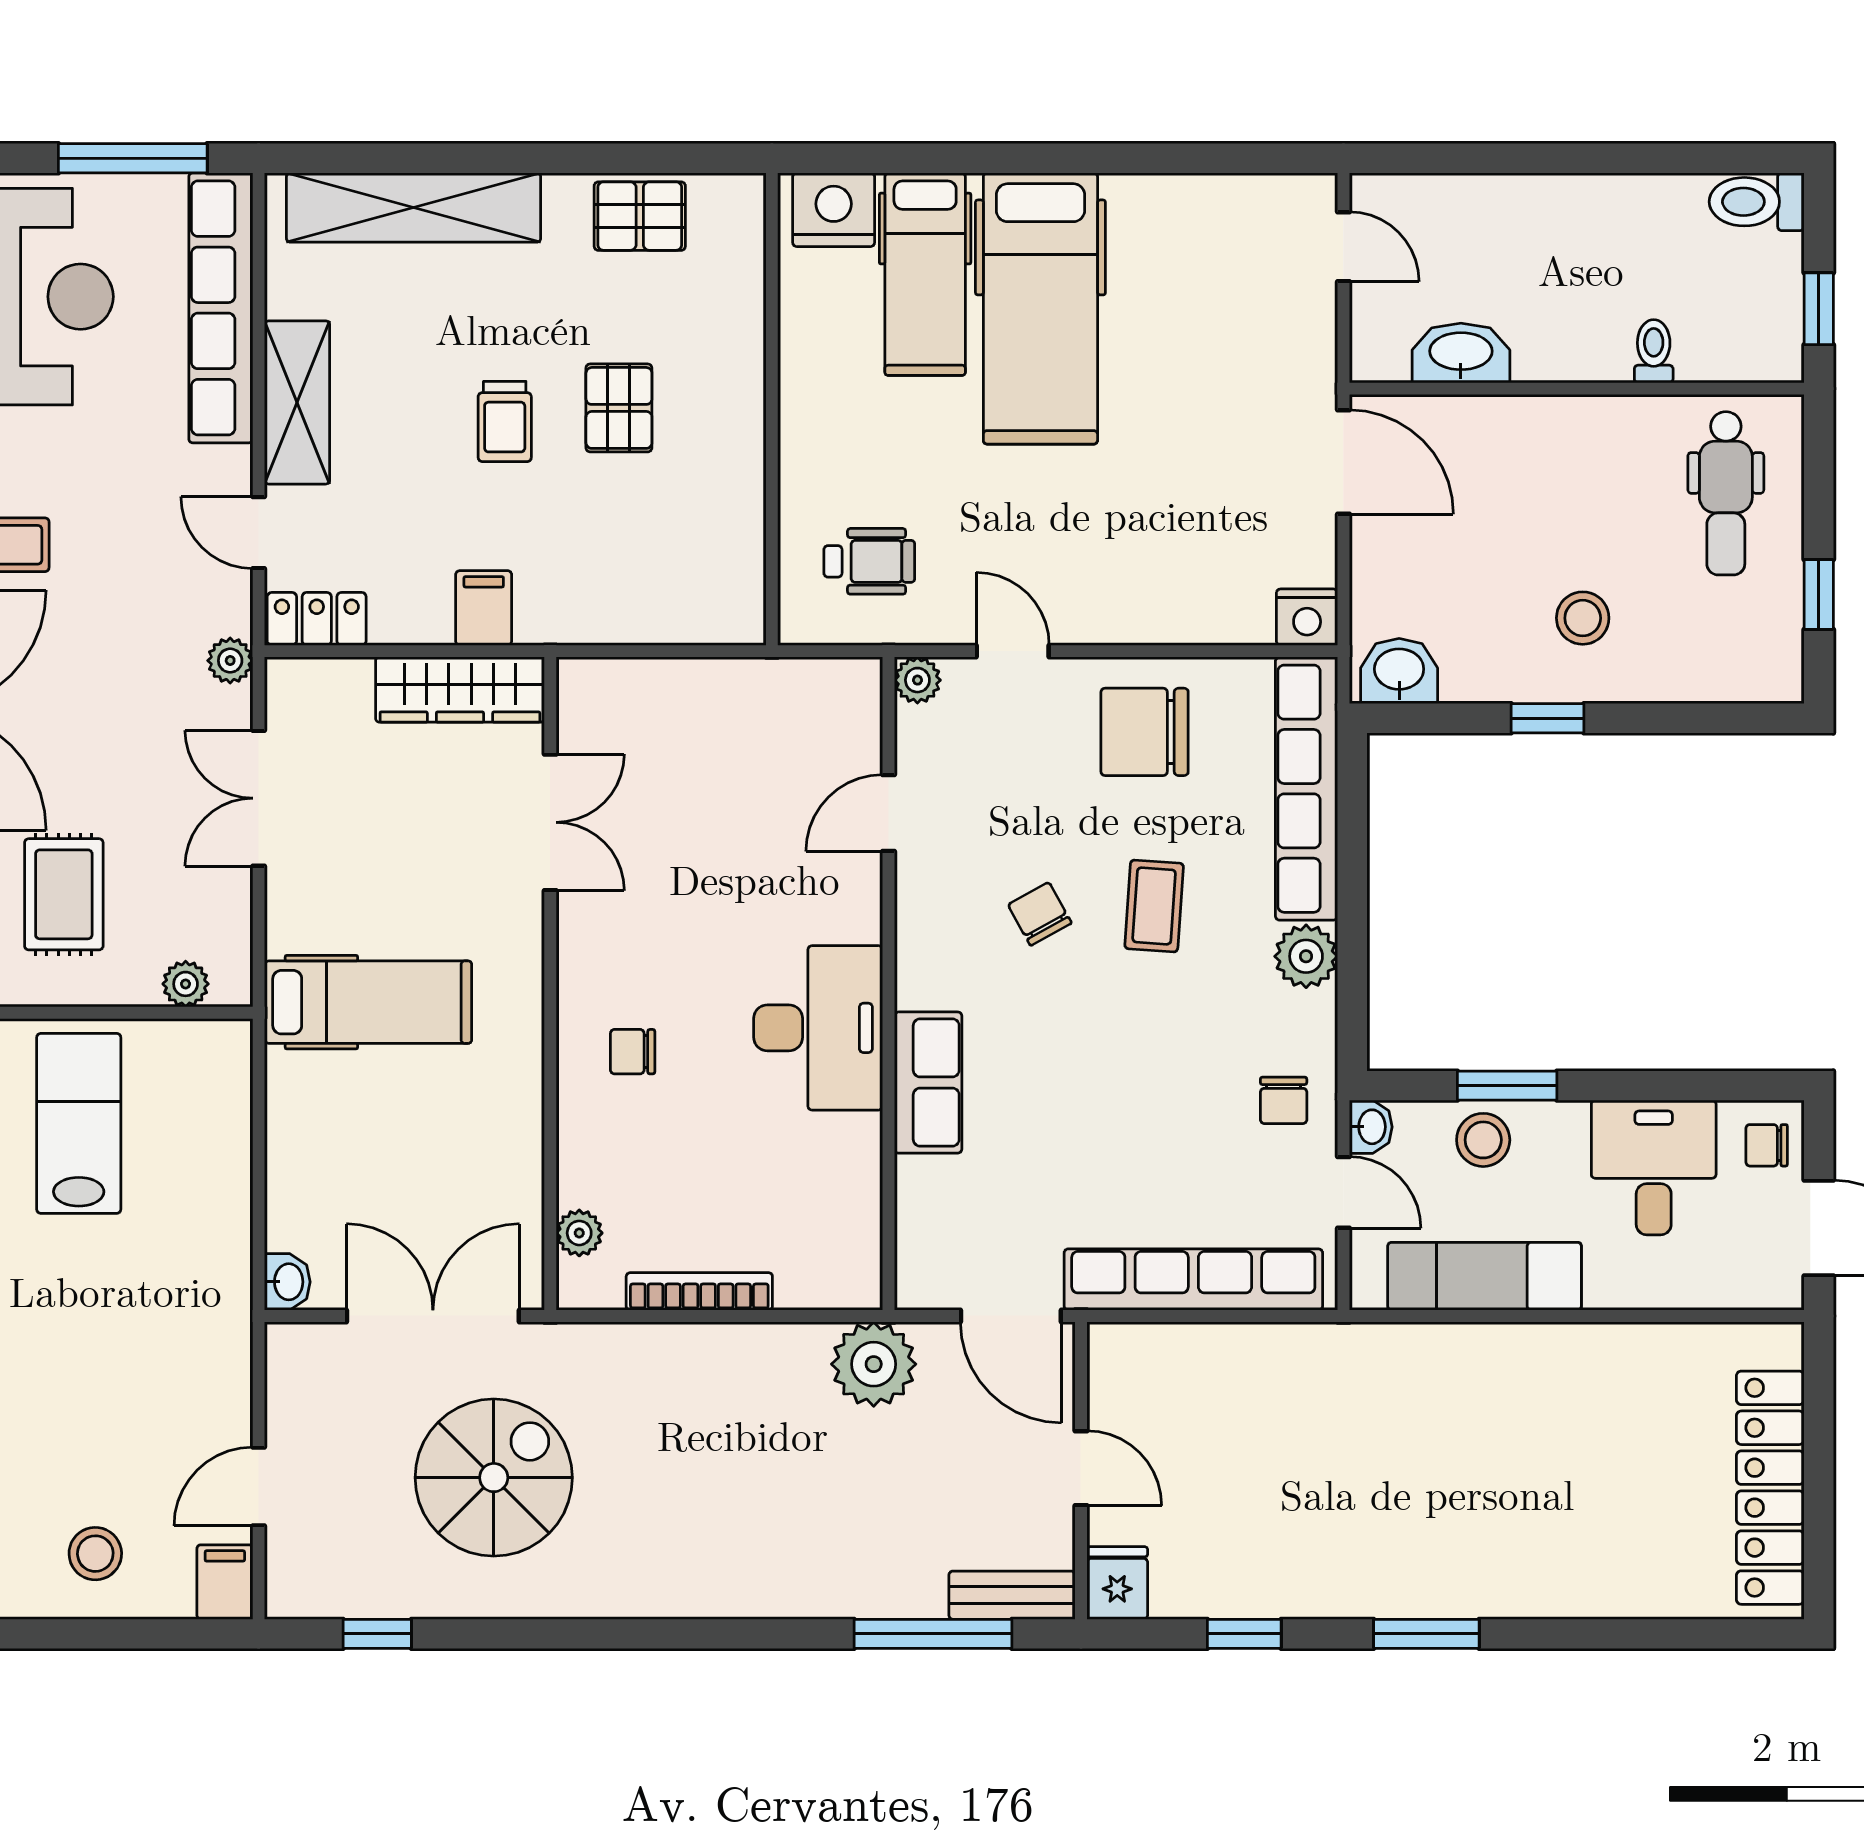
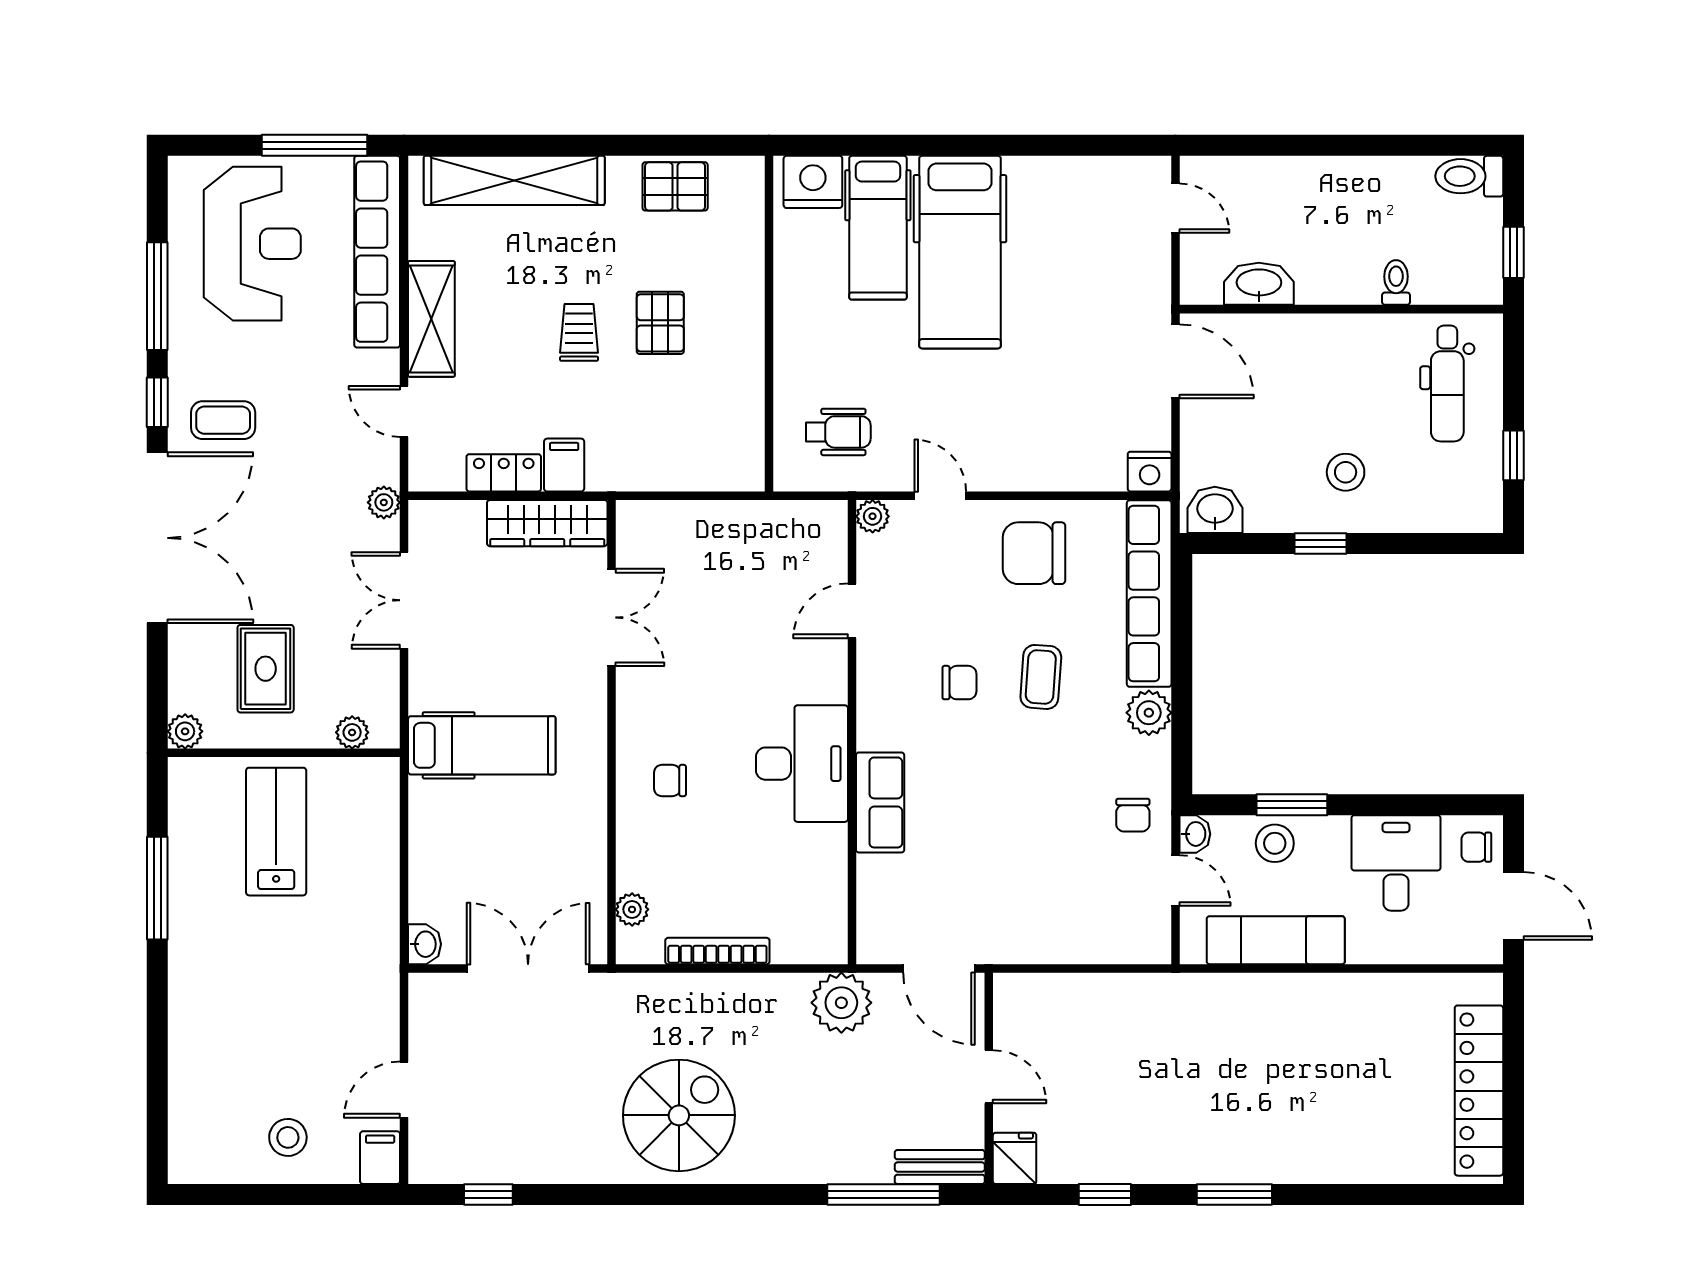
trolley: (505, 421) -> (579, 332), turned 180
locker: (317, 619) -> (504, 473), moved
chair: (1040, 914) -> (959, 683), turned 119
row of seats: (1193, 1280) -> (1069, 943), removed
spiral stairs: (494, 1478) -> (679, 1115), moved

